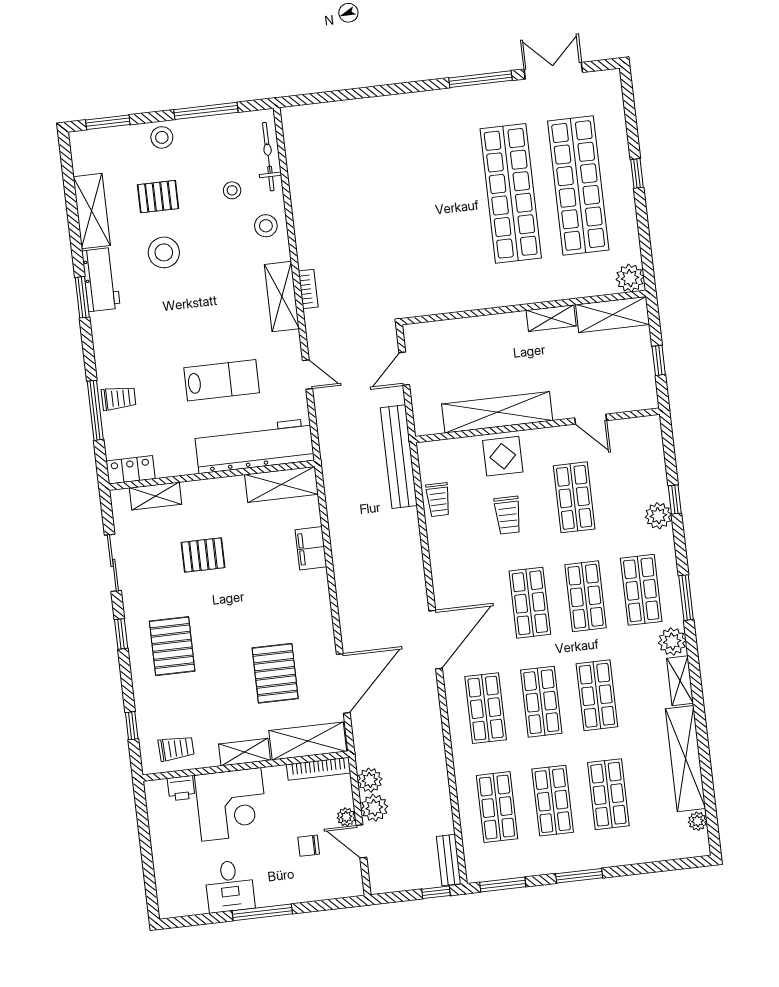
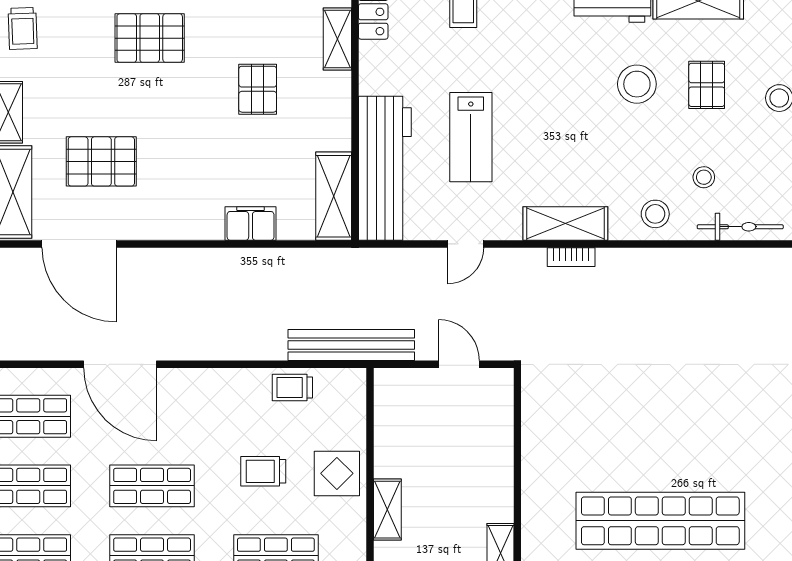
shelving: (497, 412) -> (387, 510), width x0.45, depth x0.75

